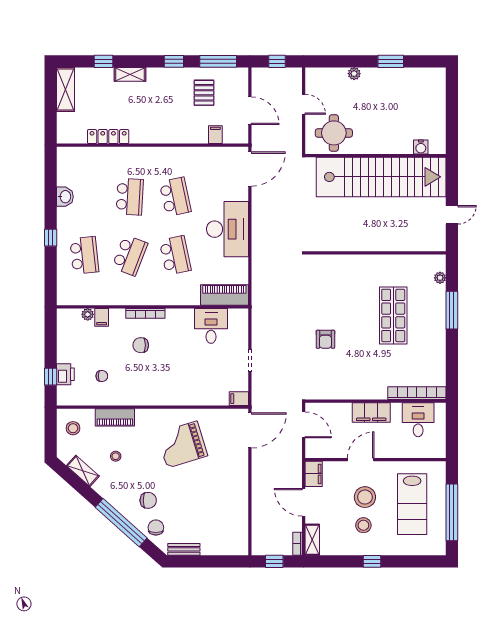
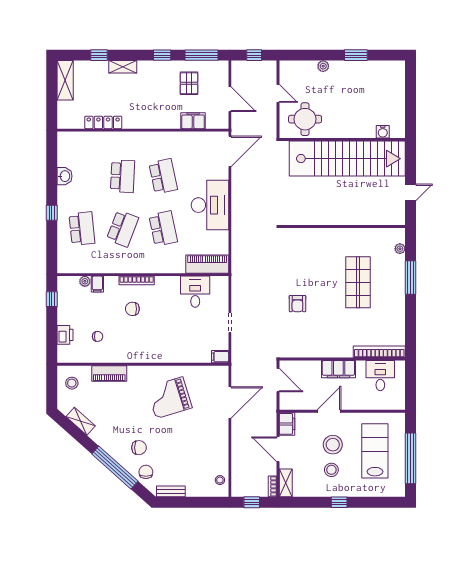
filing cabinet: (215, 135) -> (193, 121), width x2.00
window: (51, 377) -> (52, 299), moved
door: (250, 430) -> (230, 402), moved
stool: (116, 456) -> (220, 480), moved
lab bench: (412, 504) -> (375, 451), turned 180

